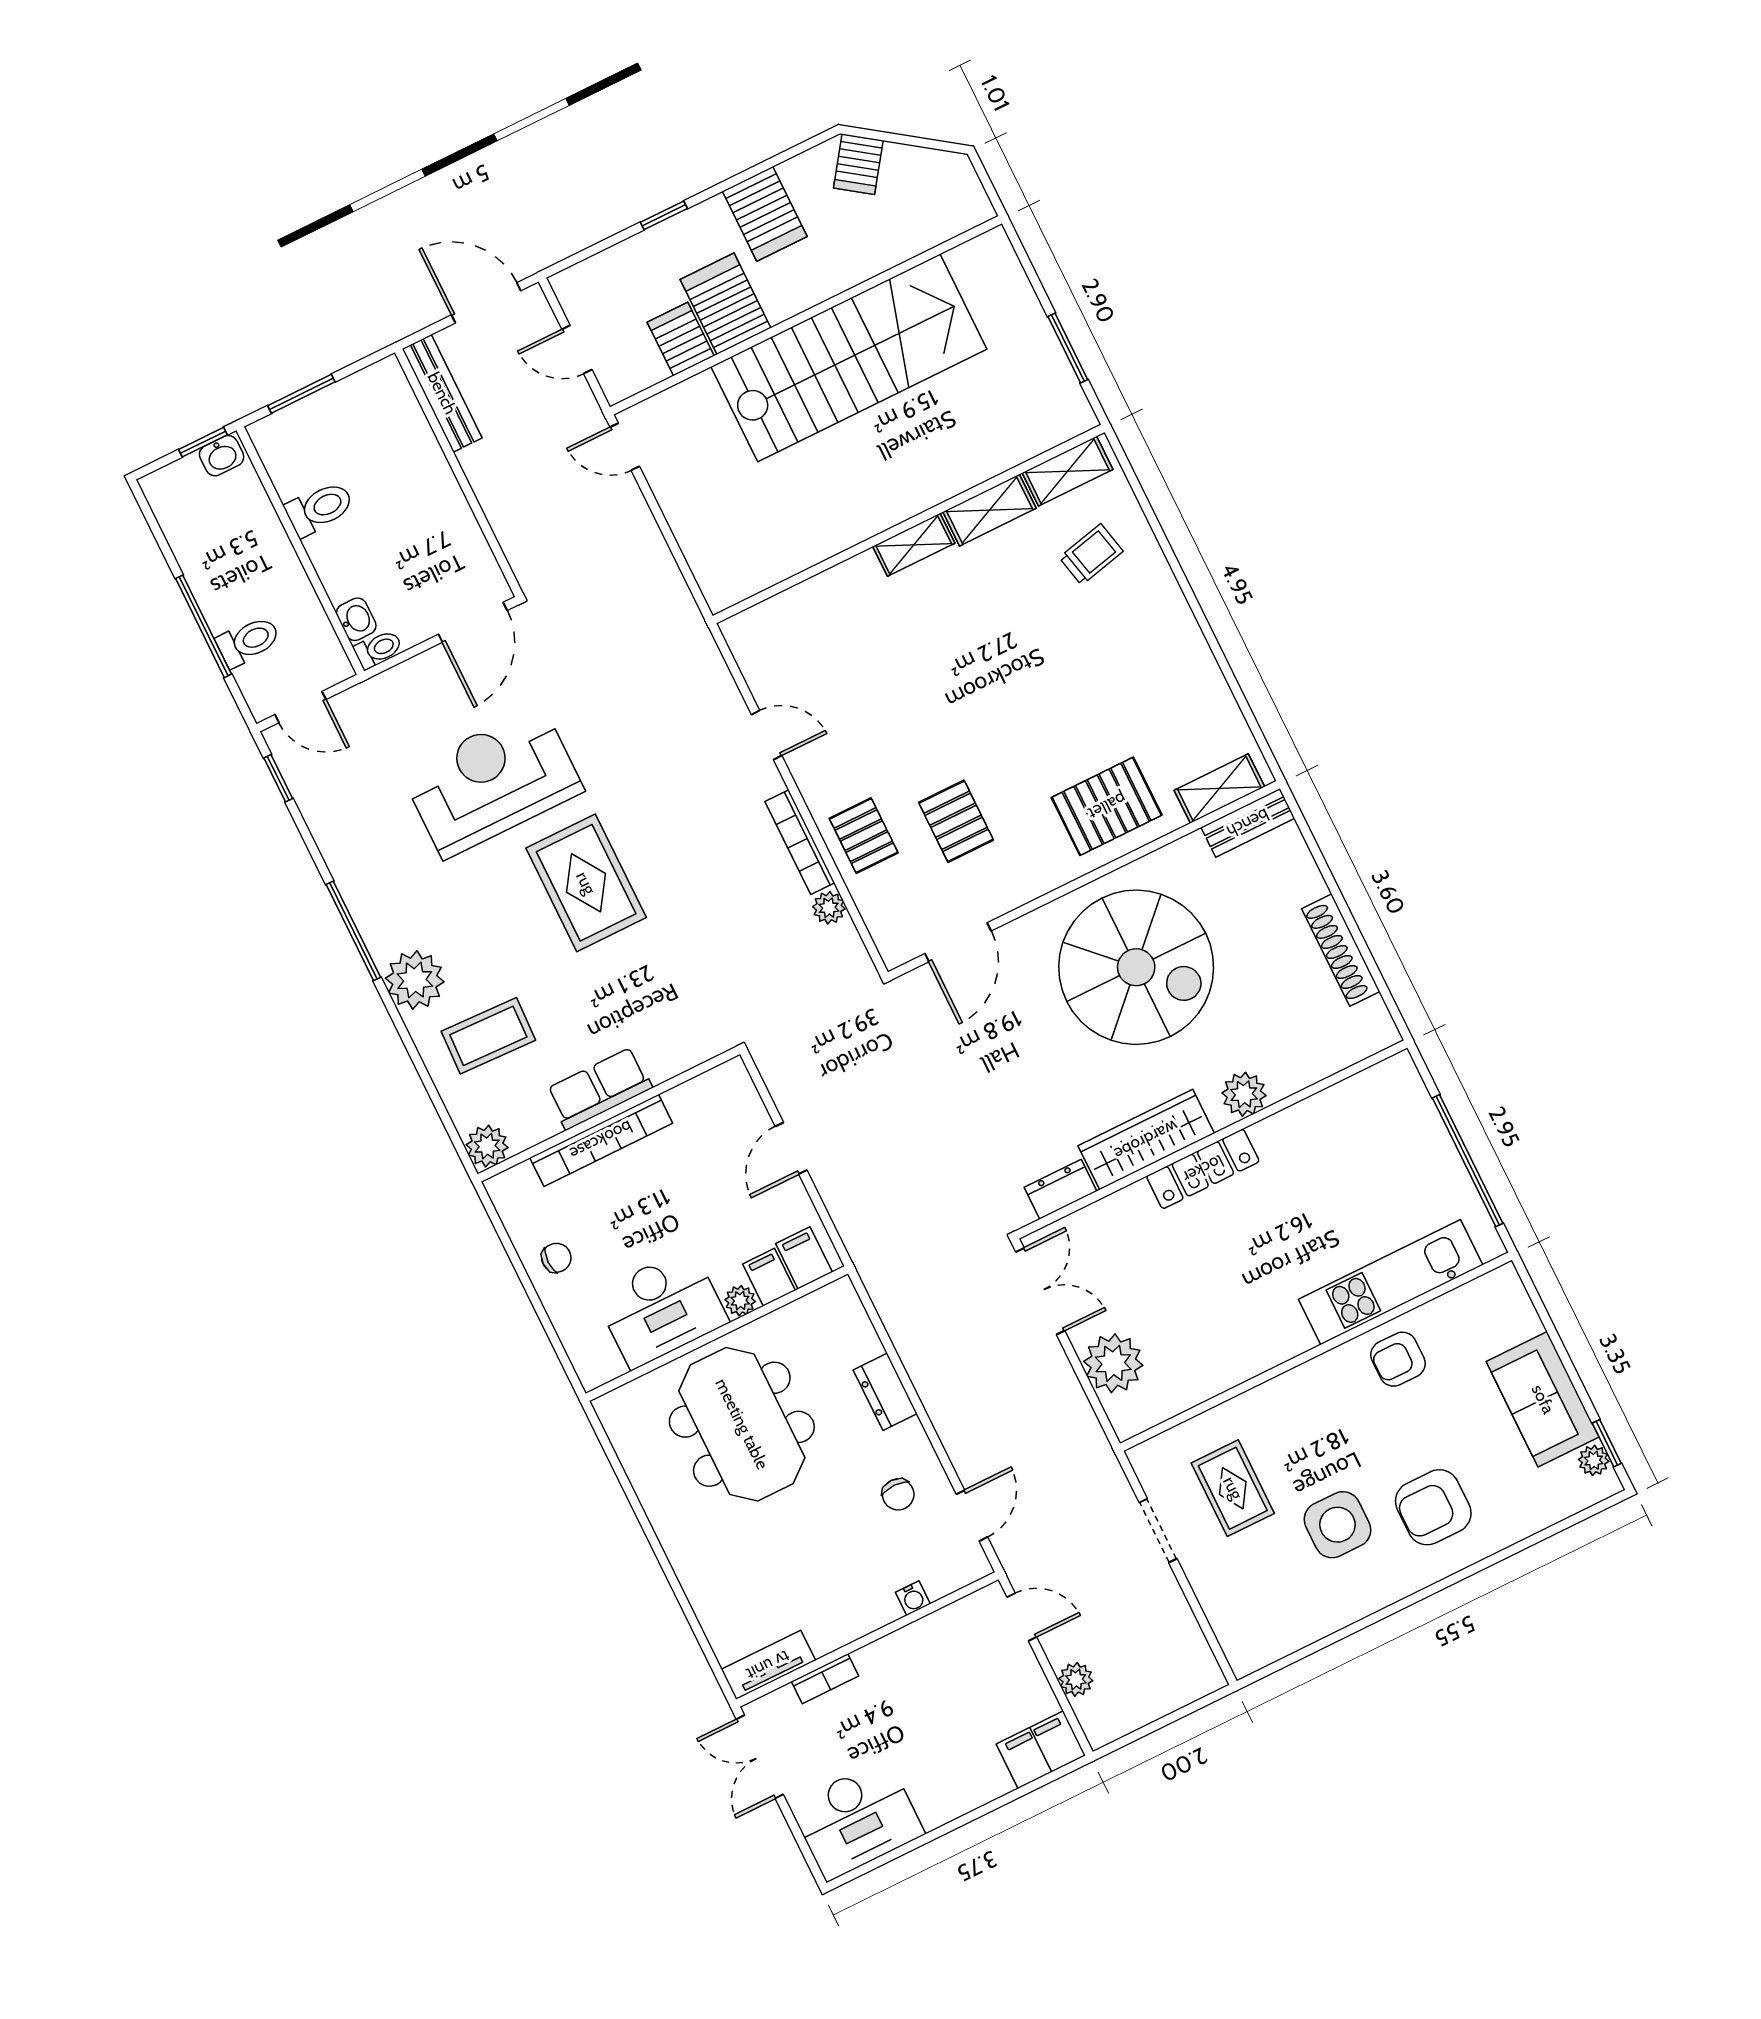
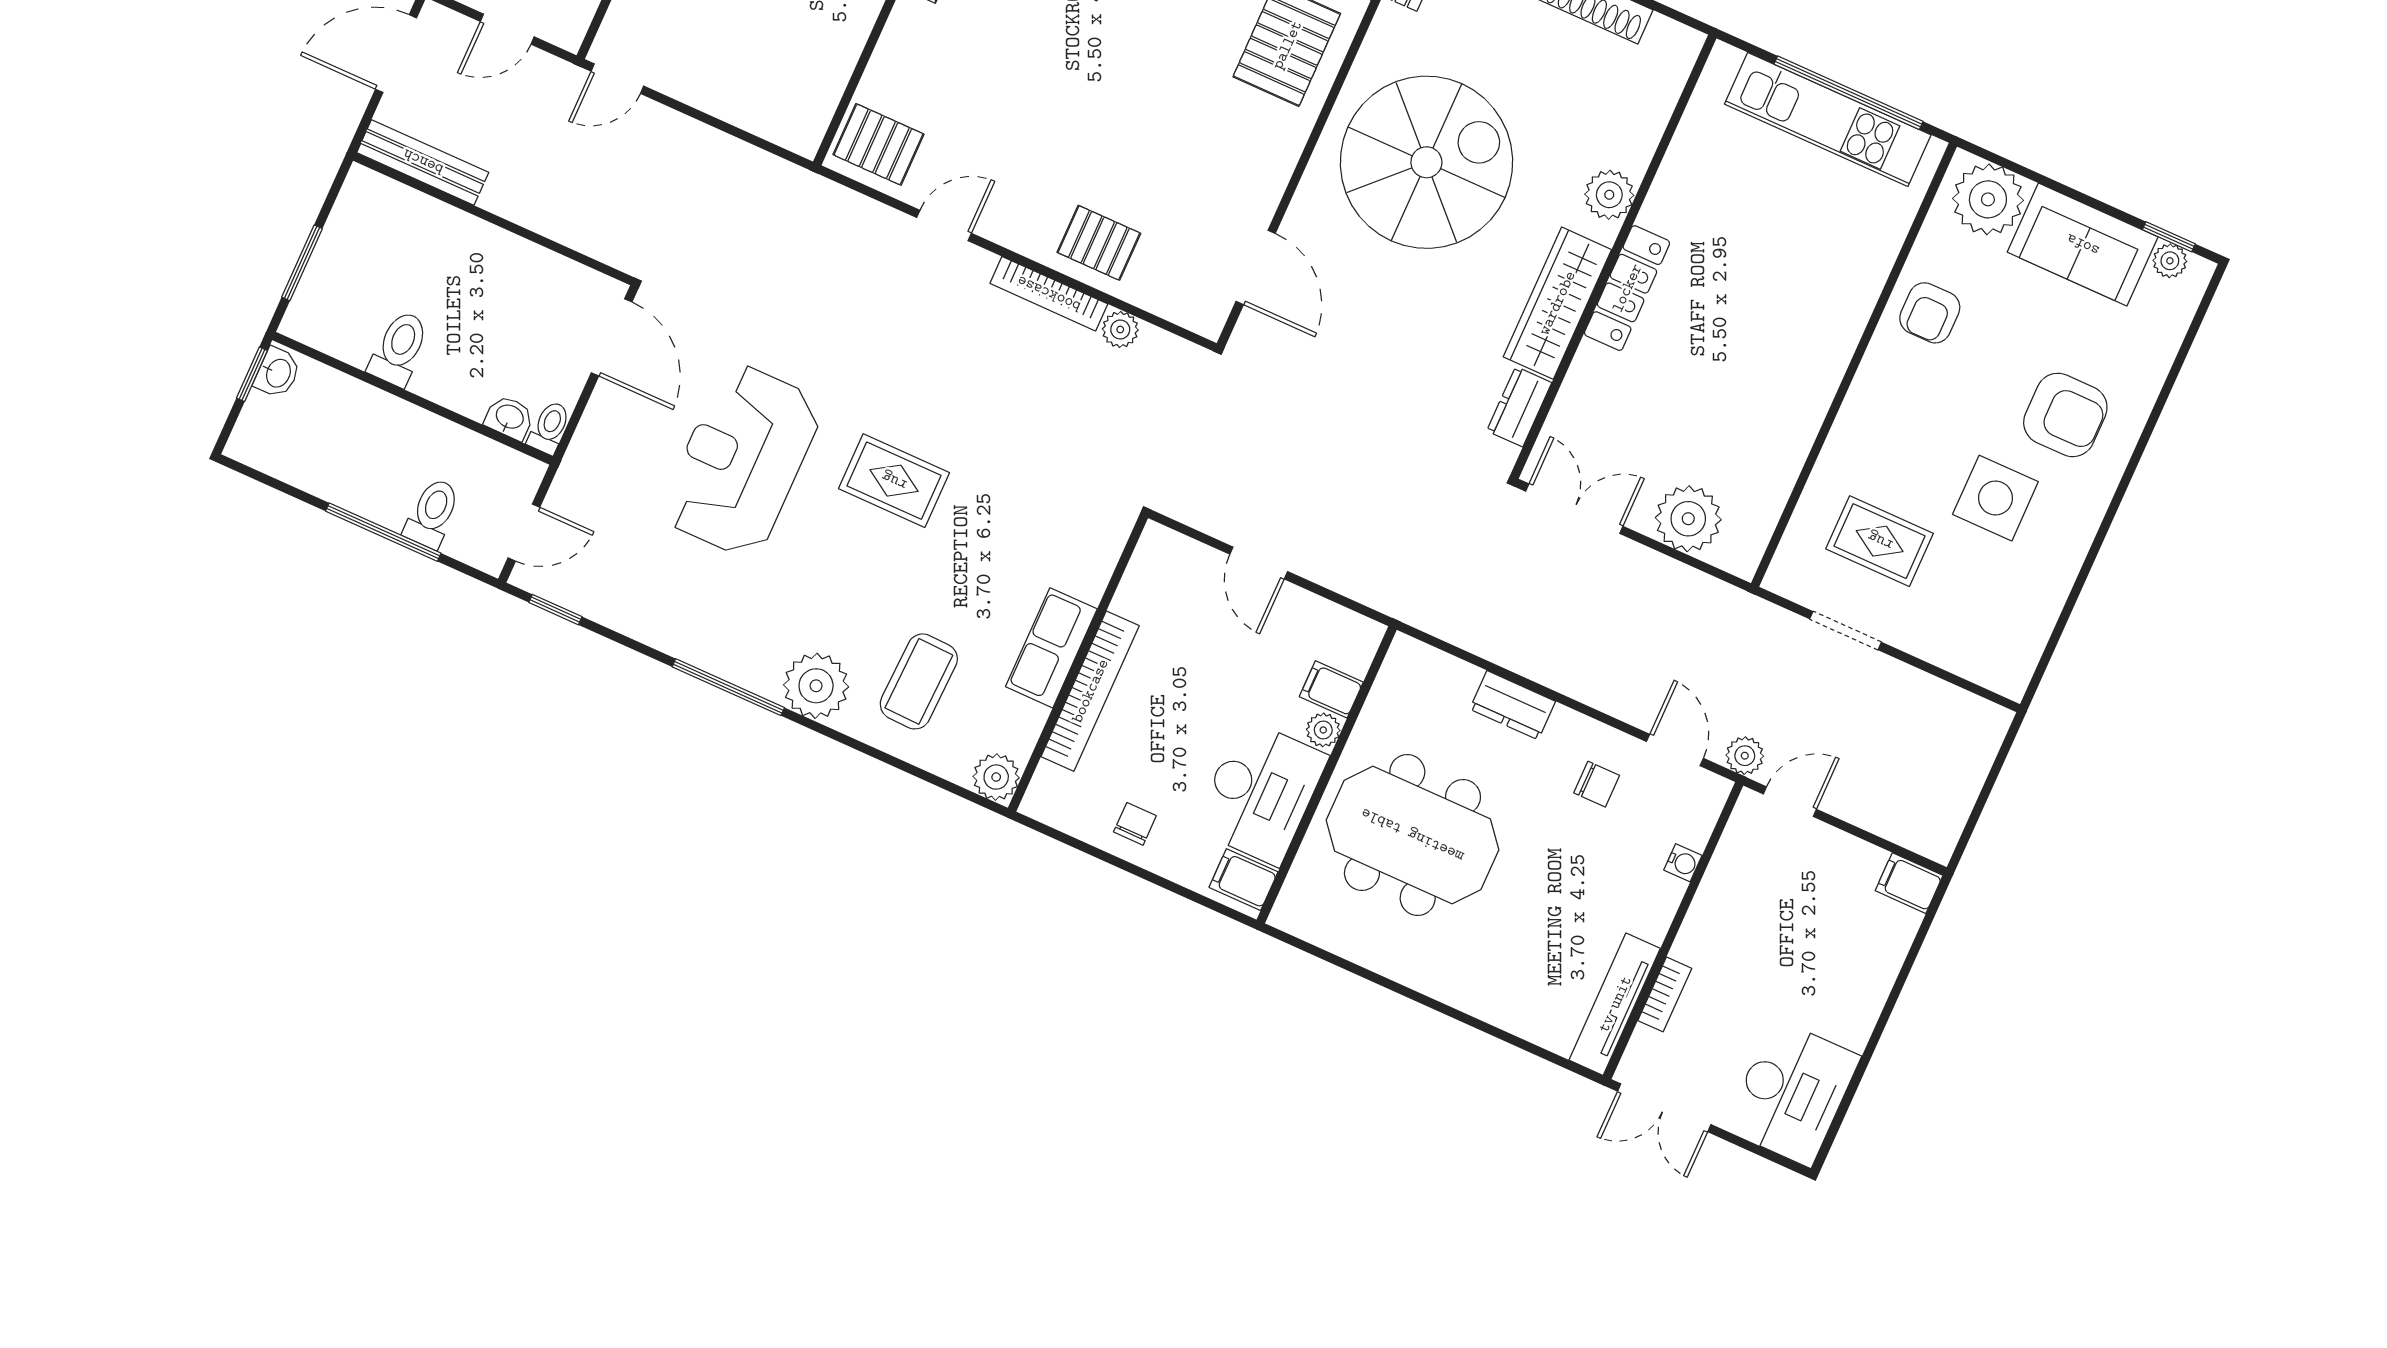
pallet: (956, 821) -> (879, 144), moved
rug: (586, 883) -> (894, 481), width x0.73, depth x0.70
filing cabinet: (804, 1258) -> (1244, 880), moved
kitchen unit: (1391, 1282) -> (1828, 119), moved, turned -90
plant: (1503, 1314) -> (1988, 199), added
armchair: (1433, 1507) -> (2065, 415), turned -90
tv unit: (768, 1665) -> (1615, 1004), width x1.41
plant: (1076, 1679) -> (1745, 756), moved
filing cabinet: (1041, 1750) -> (1909, 883), width x0.50

